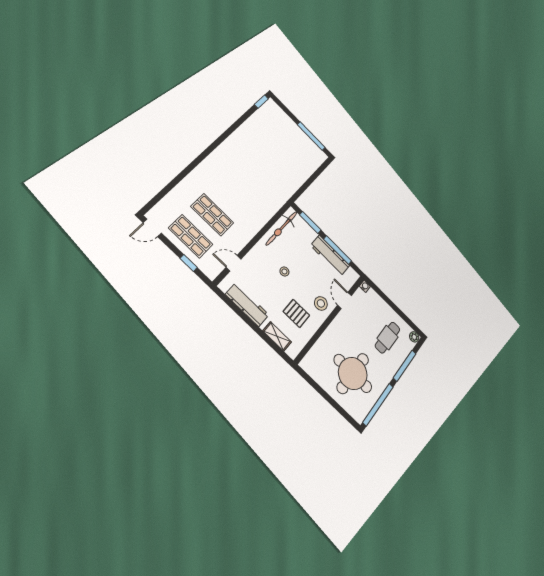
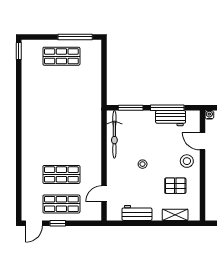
shop shelf: (290, 137) -> (61, 56), added
workbench: (330, 256) -> (171, 118), width x0.73
window: (189, 263) -> (58, 223), moved
workbench: (247, 305) -> (137, 213), width x0.73

